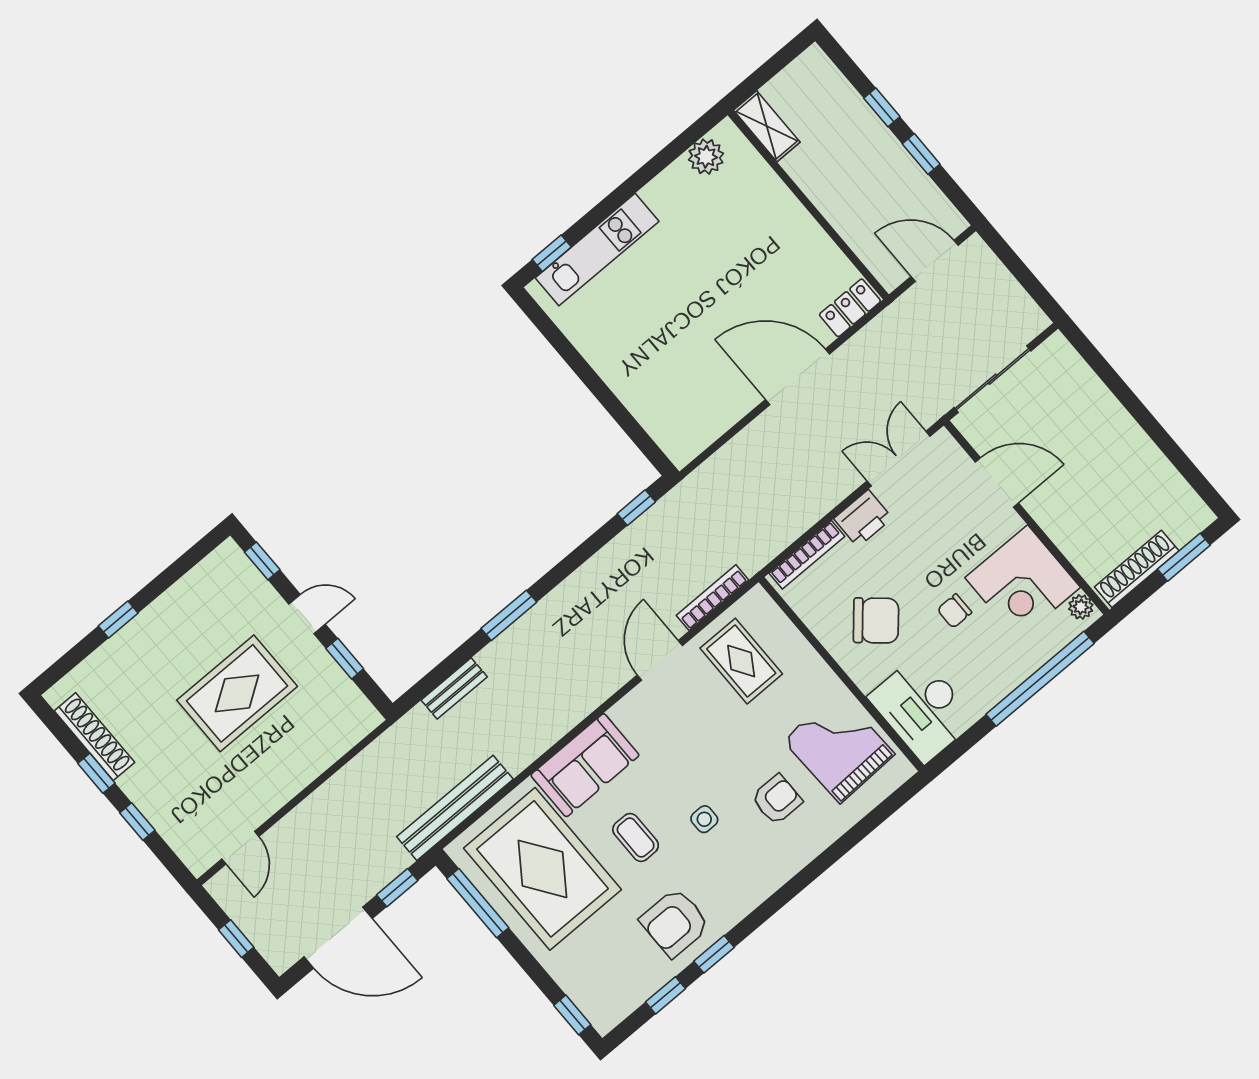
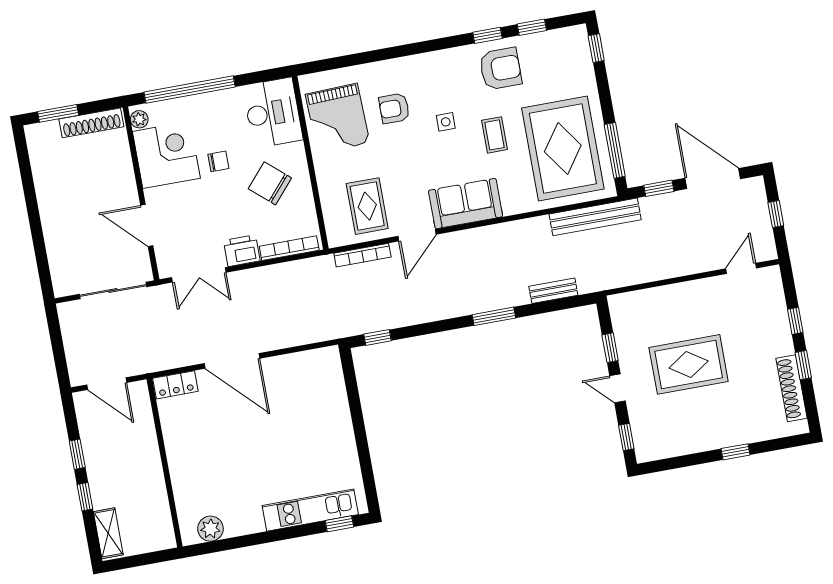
shelving: (767, 126) -> (108, 533), moved
sofa: (585, 765) -> (466, 204), moved

